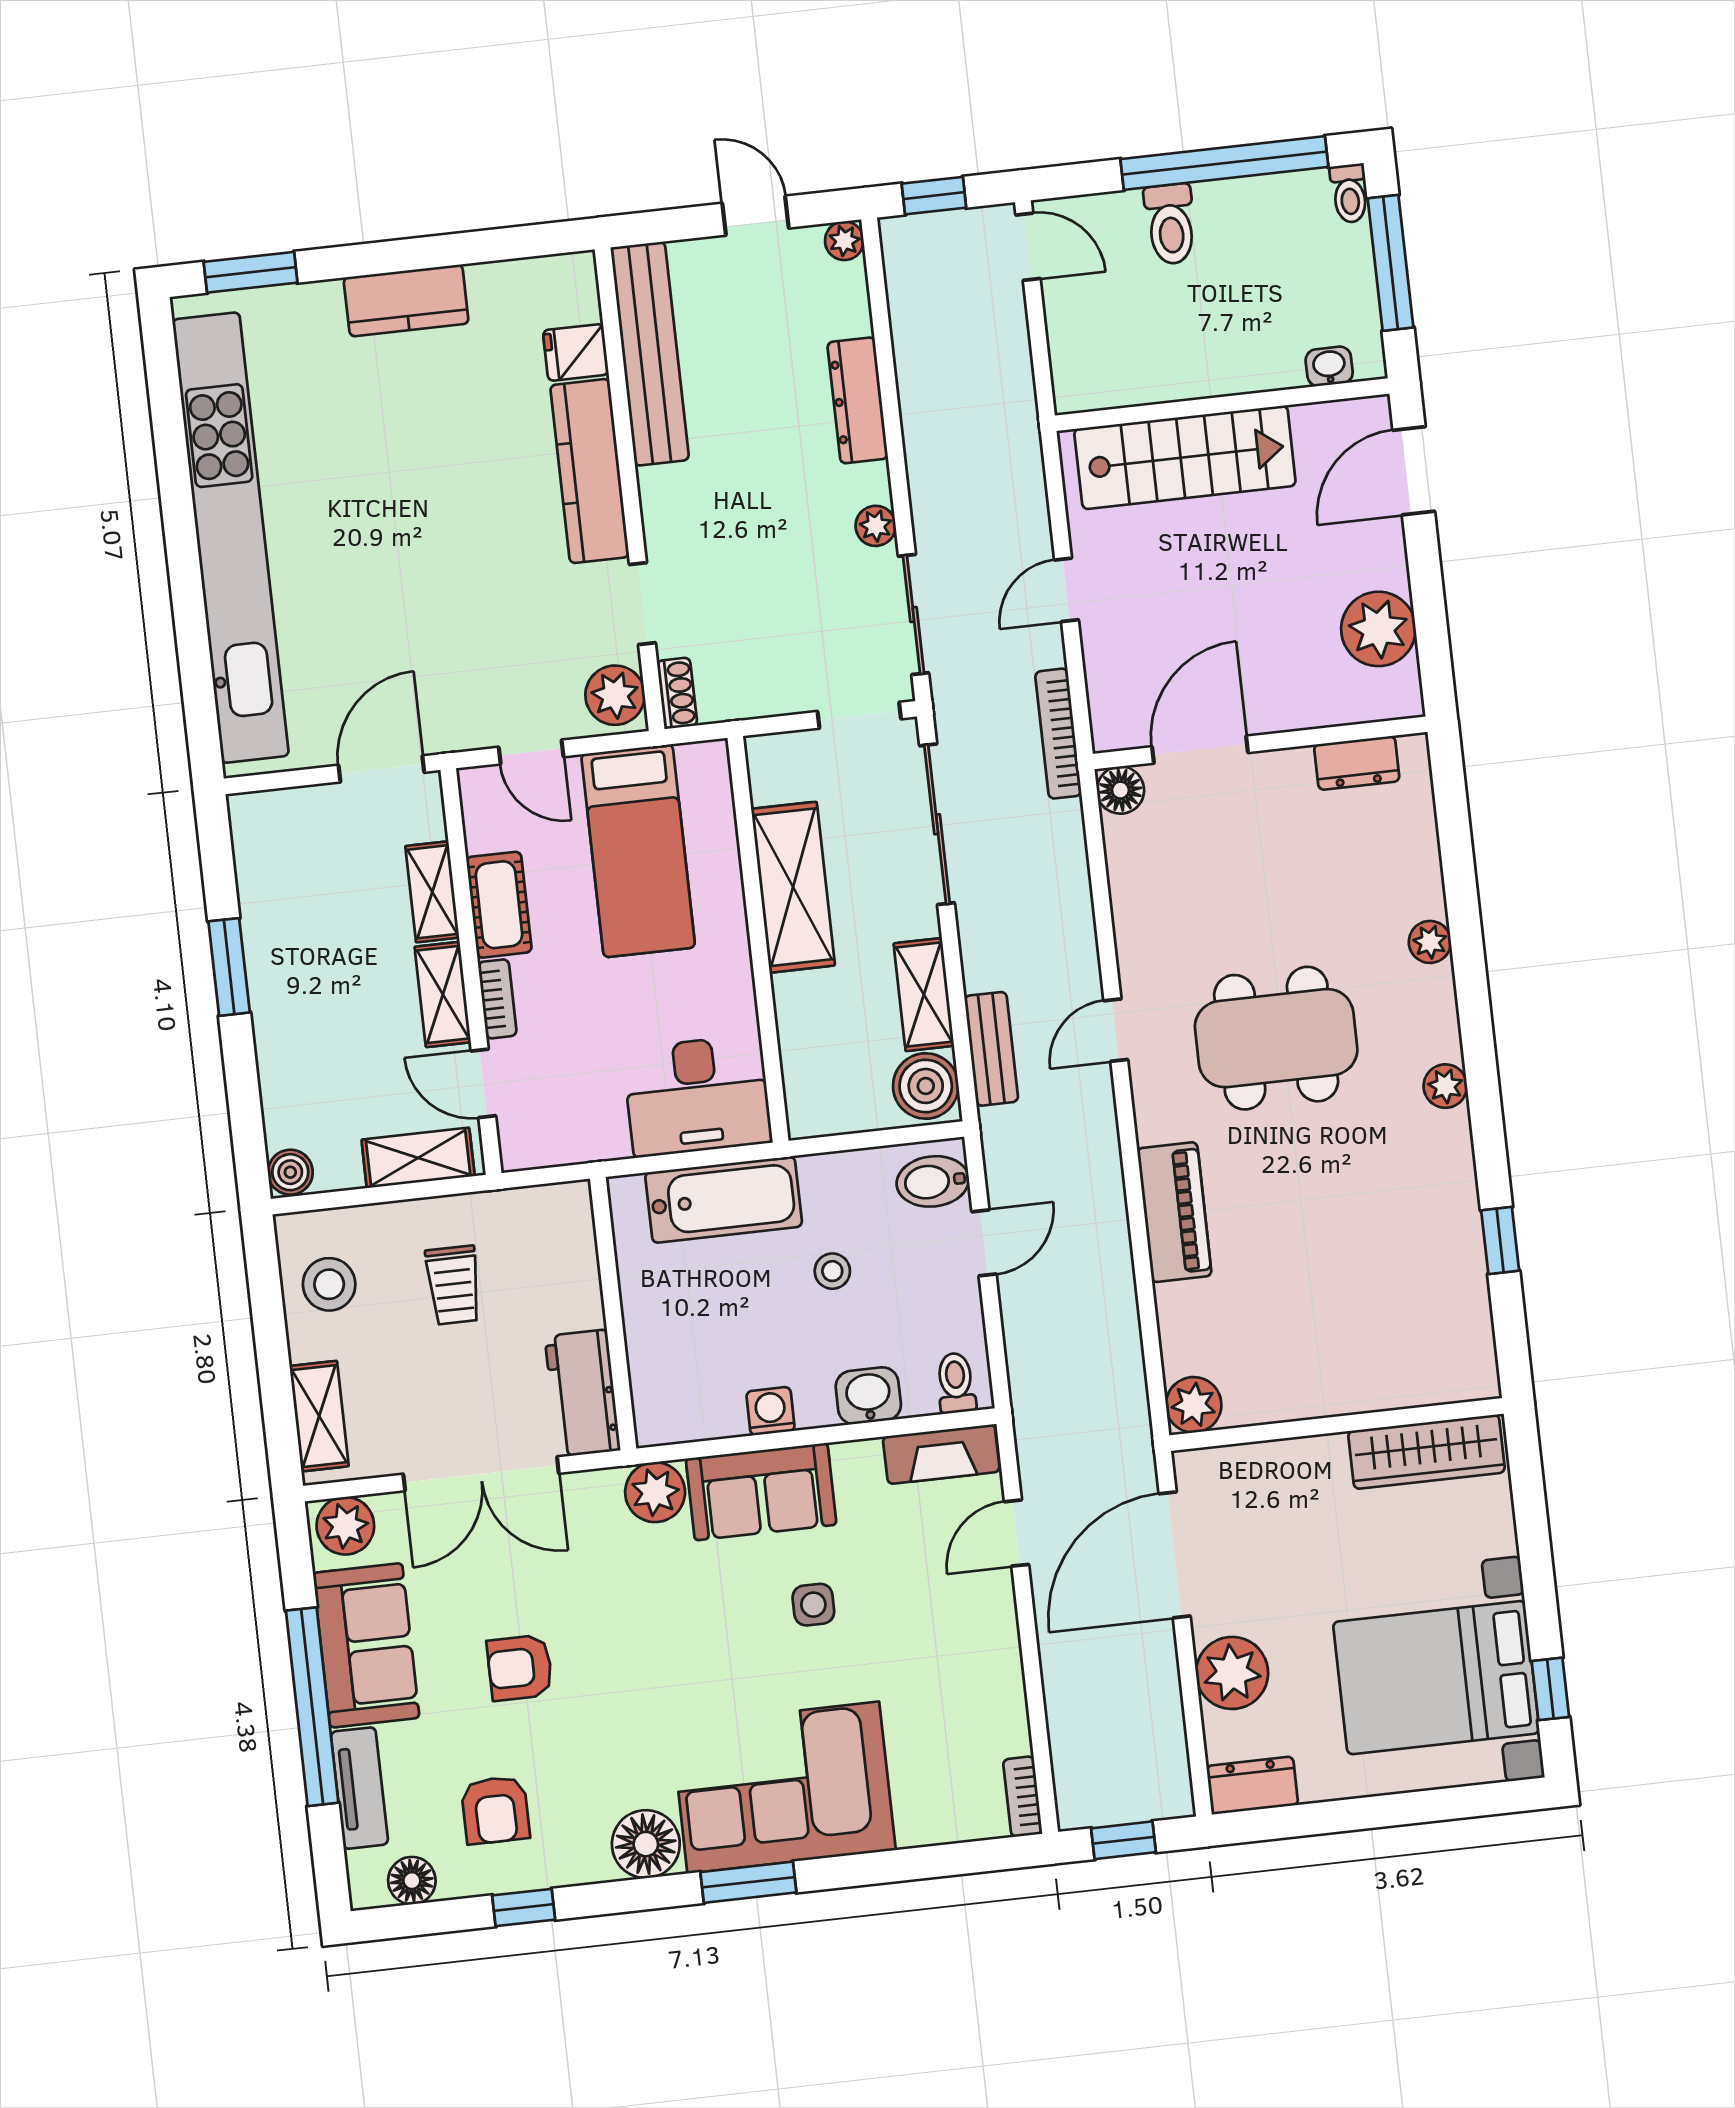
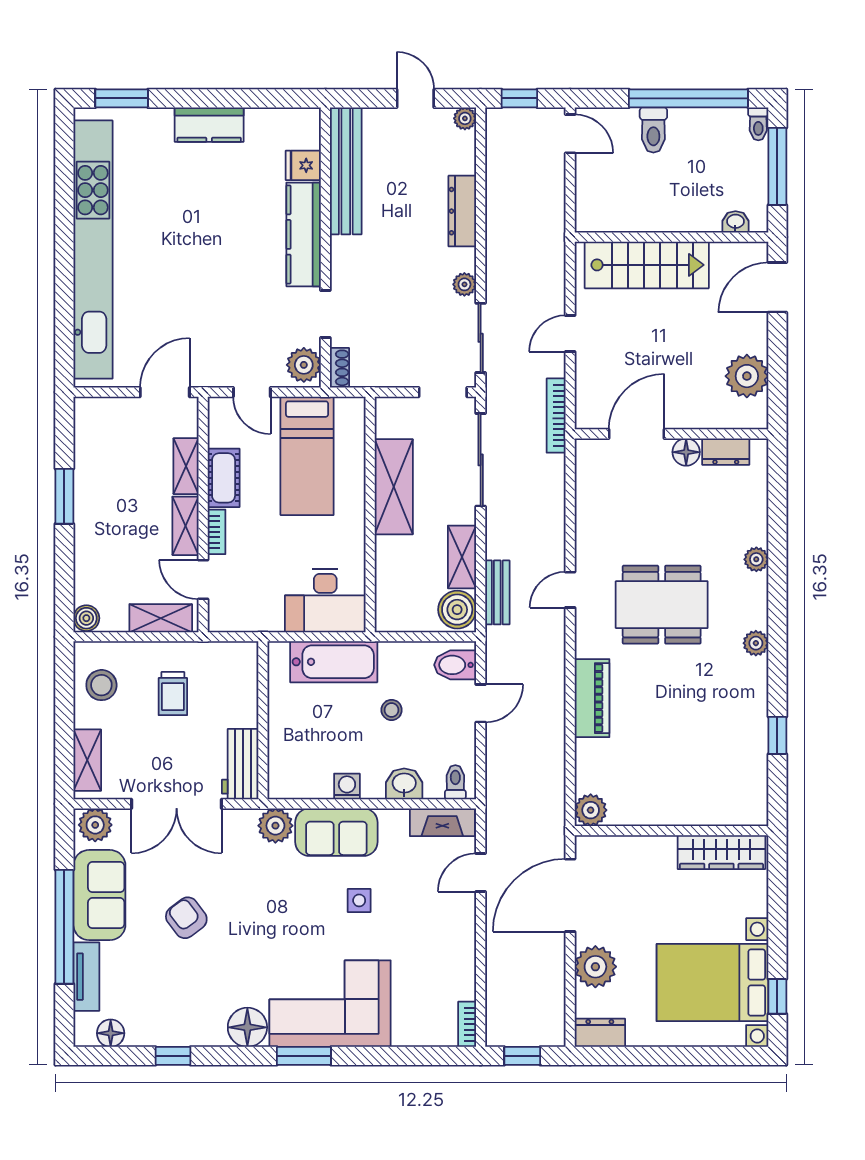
floor lamp: (1120, 790) -> (686, 452), moved
armchair: (520, 1668) -> (186, 918), turned 53
armchair: (495, 1810) -> (163, 998), removed

